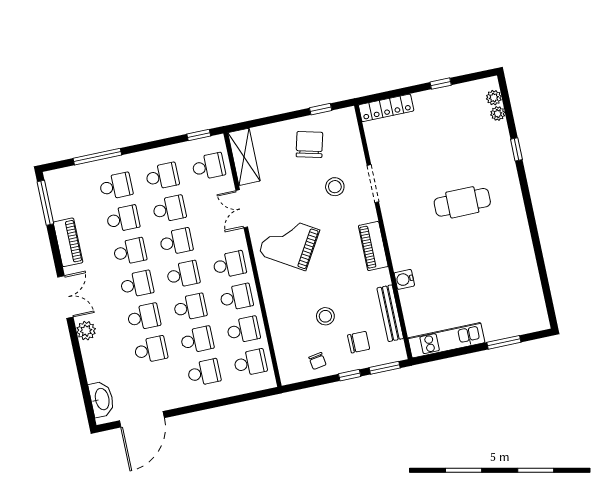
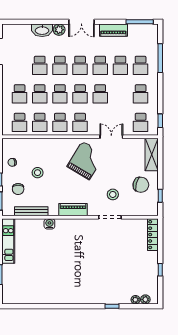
shelving: (244, 157) -> (152, 154), moved, turned 90
cafe table: (462, 202) -> (88, 268), removed
school desk: (169, 209) -> (120, 94), removed
washbasin: (102, 399) -> (42, 30), moved

